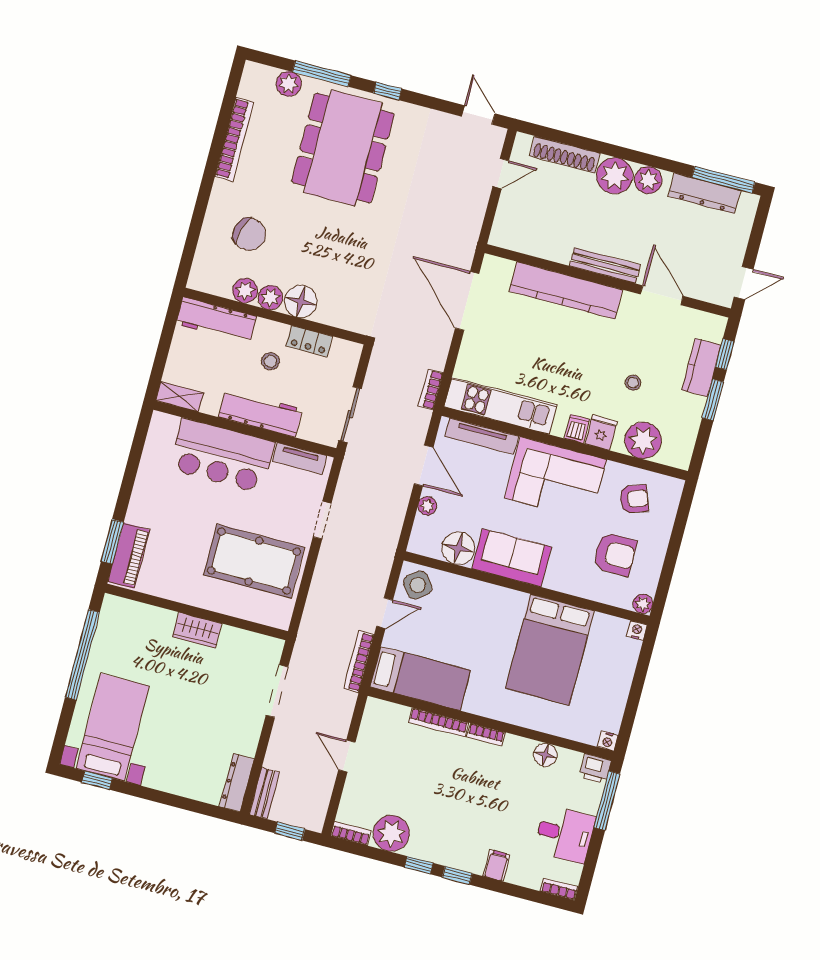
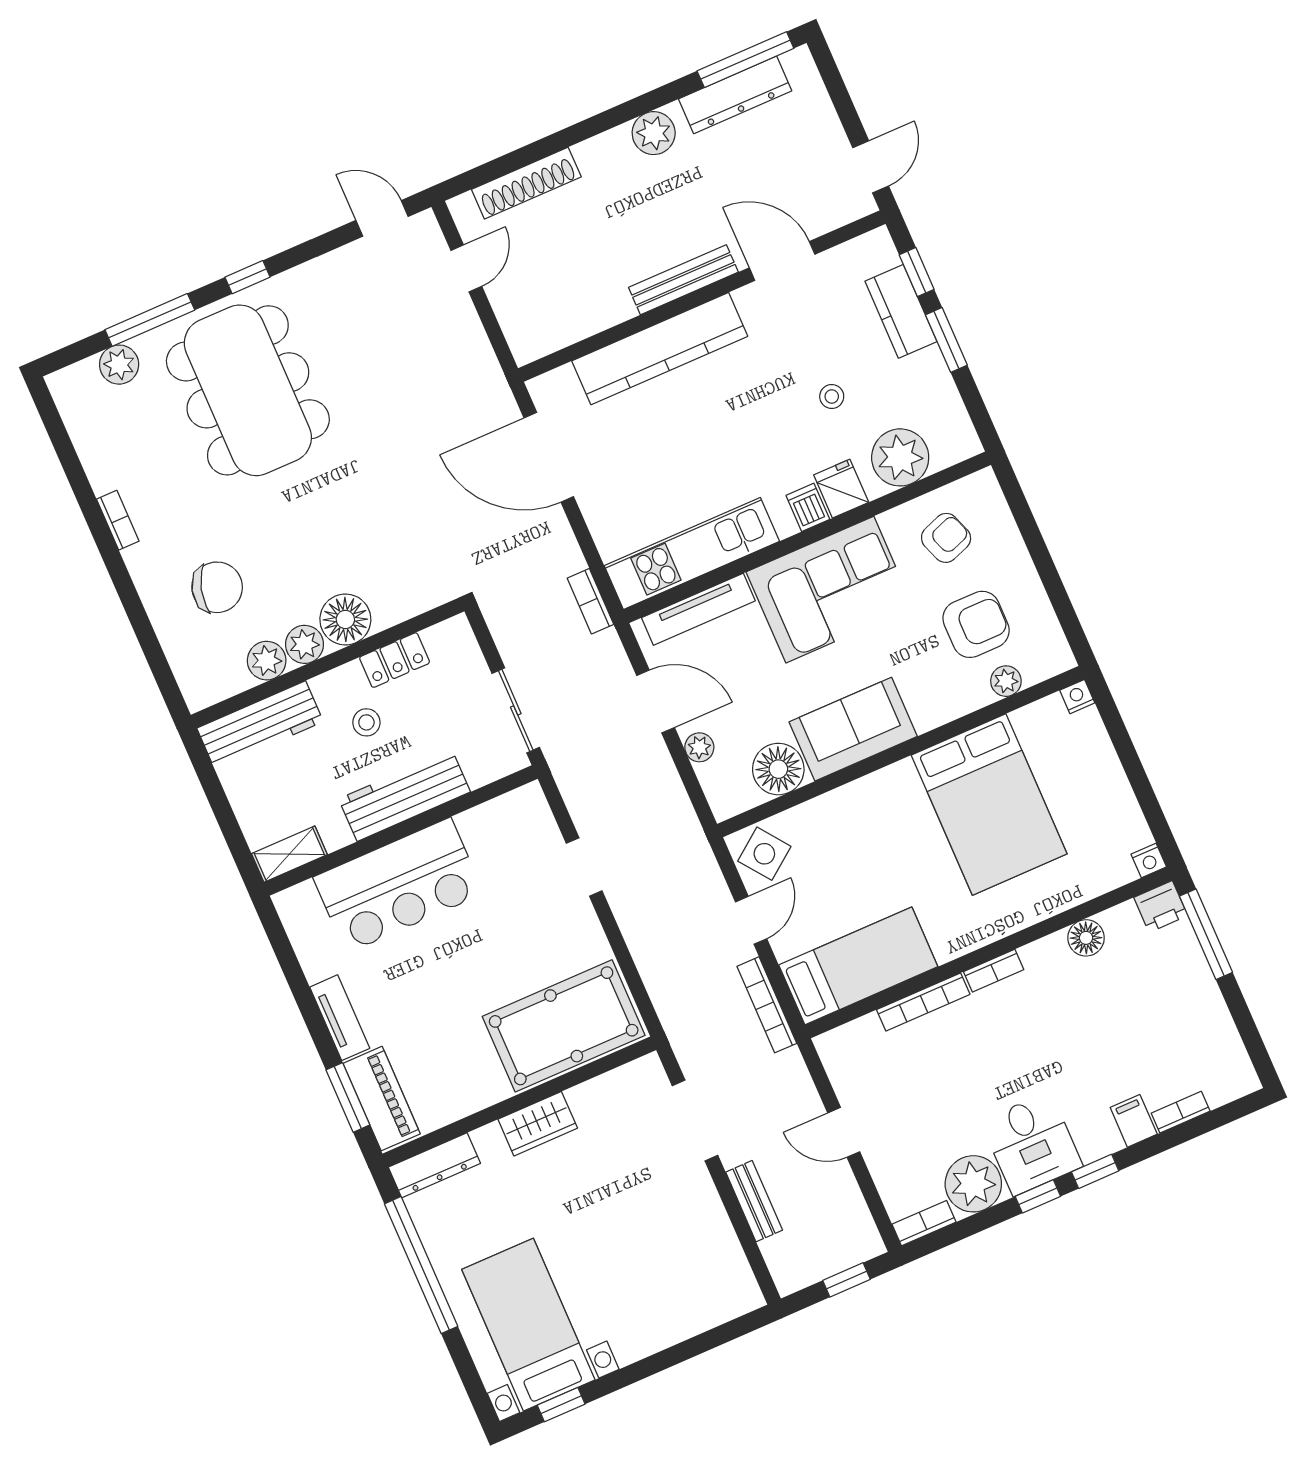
bookcase: (234, 139) -> (118, 520), width x0.43, depth x0.76
plant: (615, 176) -> (608, 160), removed
tv unit: (300, 458) -> (340, 1018), moved, turned -90
pool table: (254, 561) -> (564, 1026), moved
plant: (643, 604) -> (1006, 681), moved
dresser: (237, 783) -> (434, 1165), moved, turned -90
bench: (264, 793) -> (754, 1201), moved
desk: (565, 834) -> (1032, 1144), moved, turned 90
bookcase: (559, 889) -> (1181, 1112), moved

